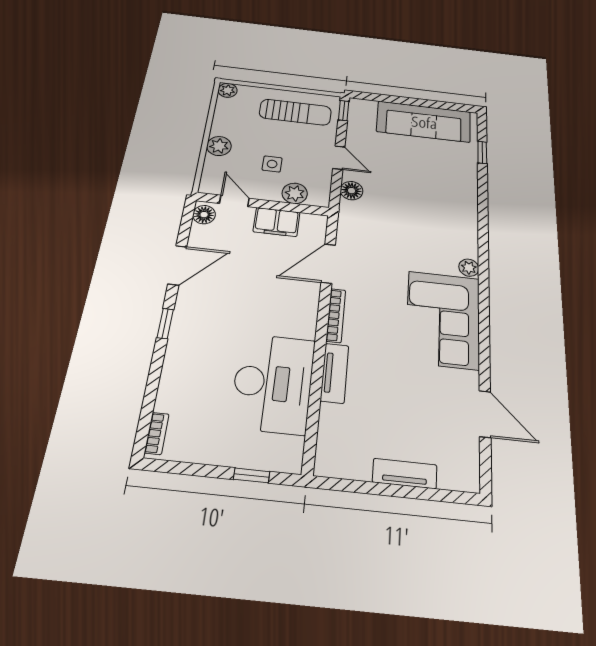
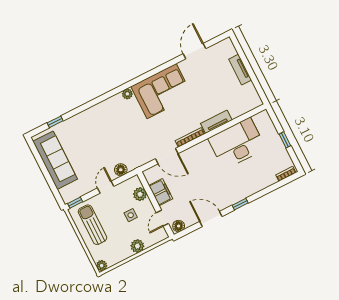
window: (252, 475) -> (285, 140), moved

